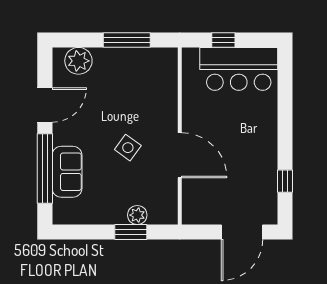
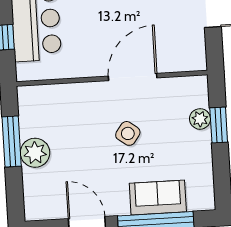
plant: (78, 61) -> (35, 153), moved

